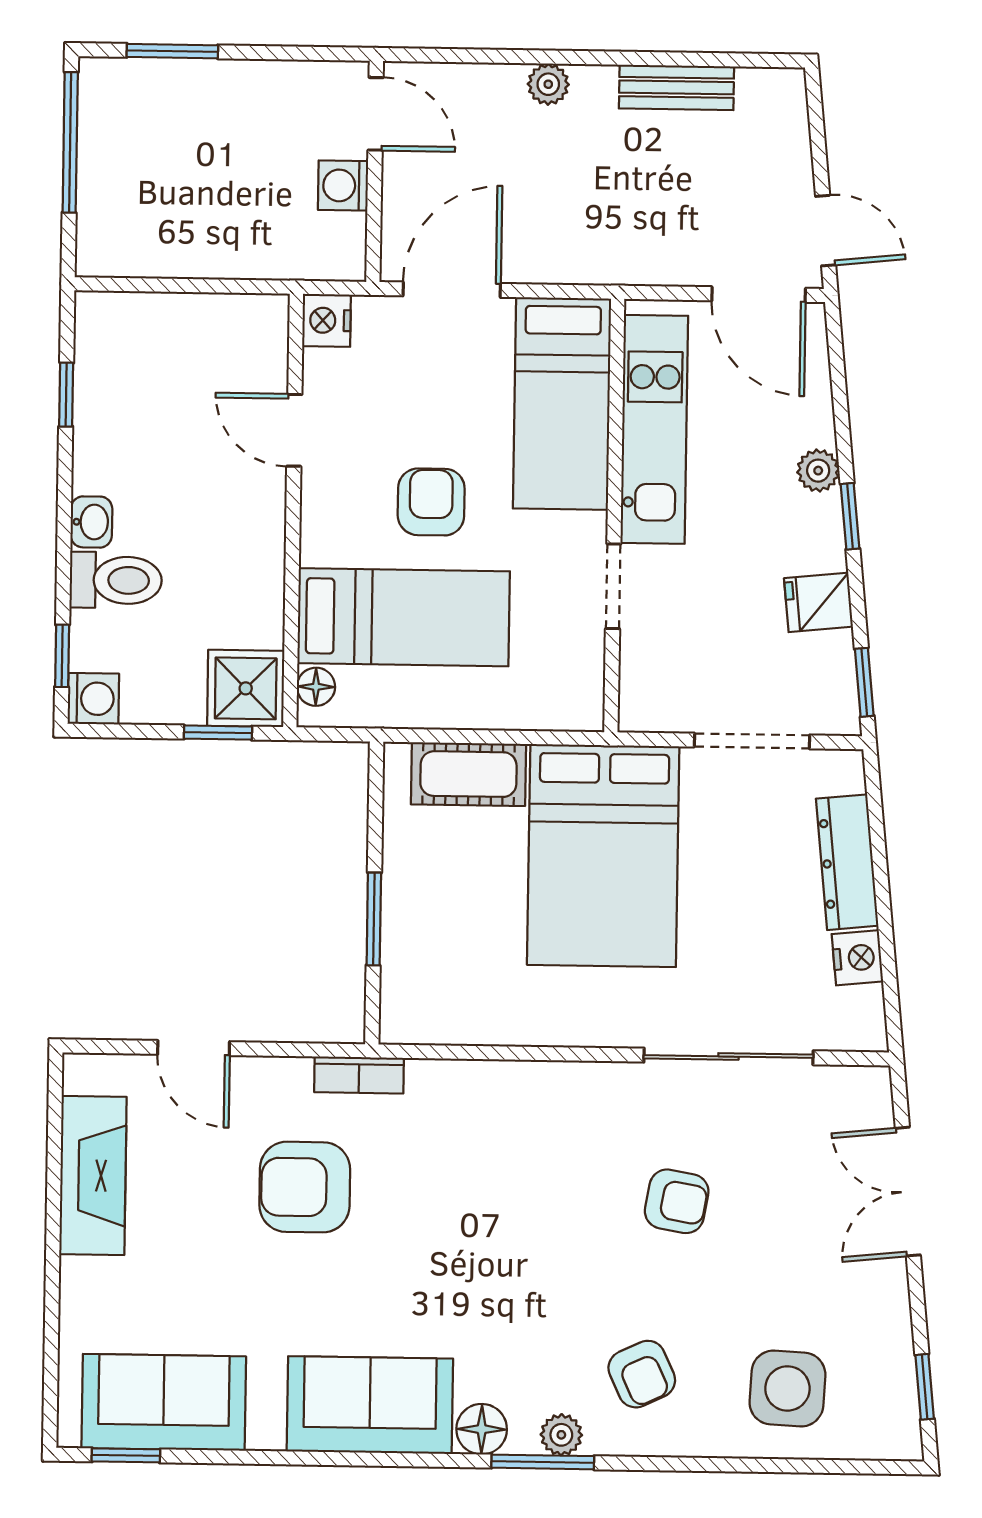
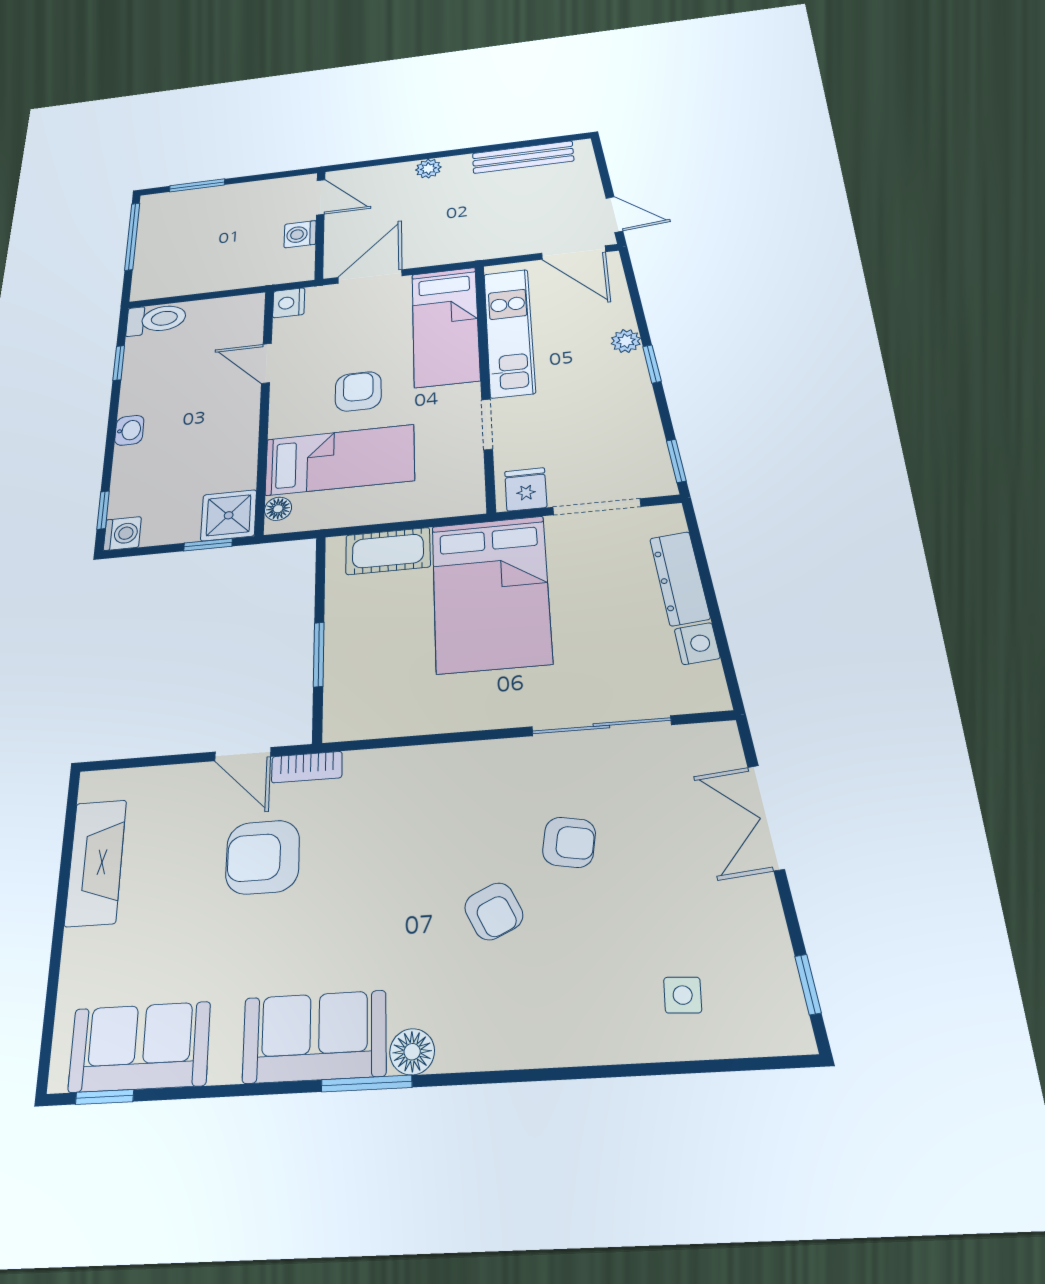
bench: (676, 87) -> (523, 157), width x1.36
toilet: (116, 580) -> (156, 319), moved
fridge: (818, 602) -> (526, 489), moved, turned 96
door: (194, 1048) -> (243, 754), moved
armchair: (642, 1374) -> (494, 911), moved
side table: (787, 1388) -> (683, 995), width x0.54, depth x0.54
plant: (561, 1435) -> (483, 1052), removed
window: (543, 1462) -> (367, 1084), moved

